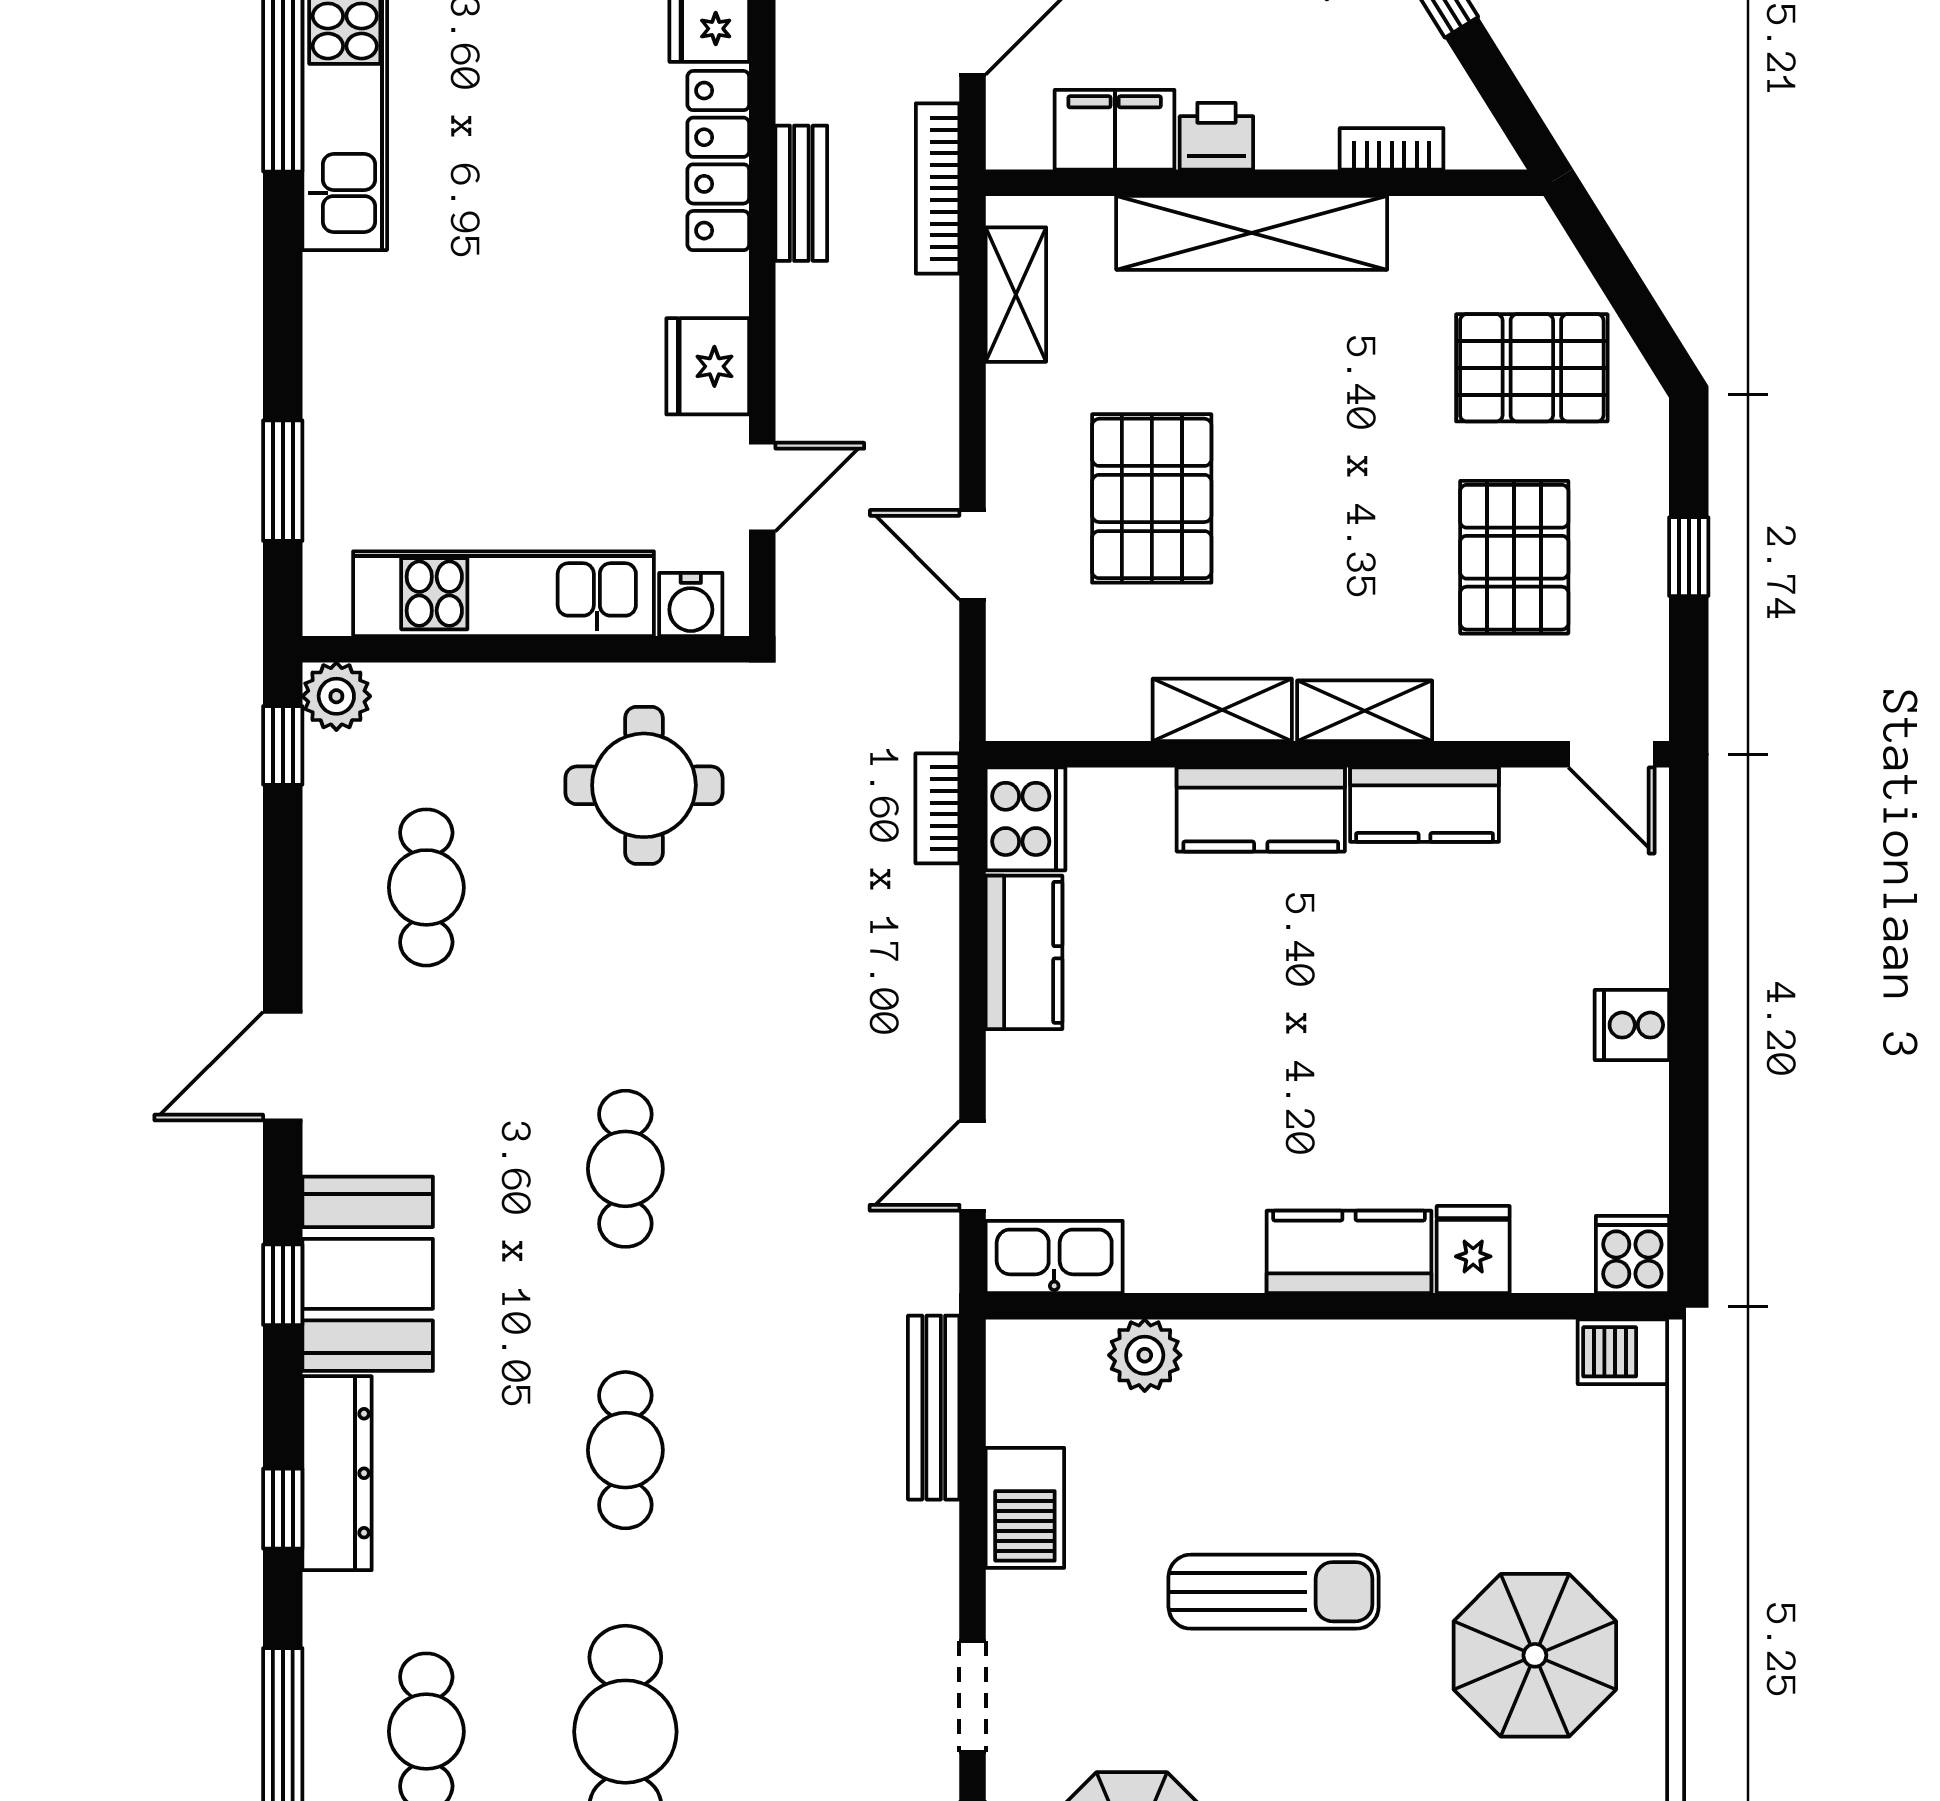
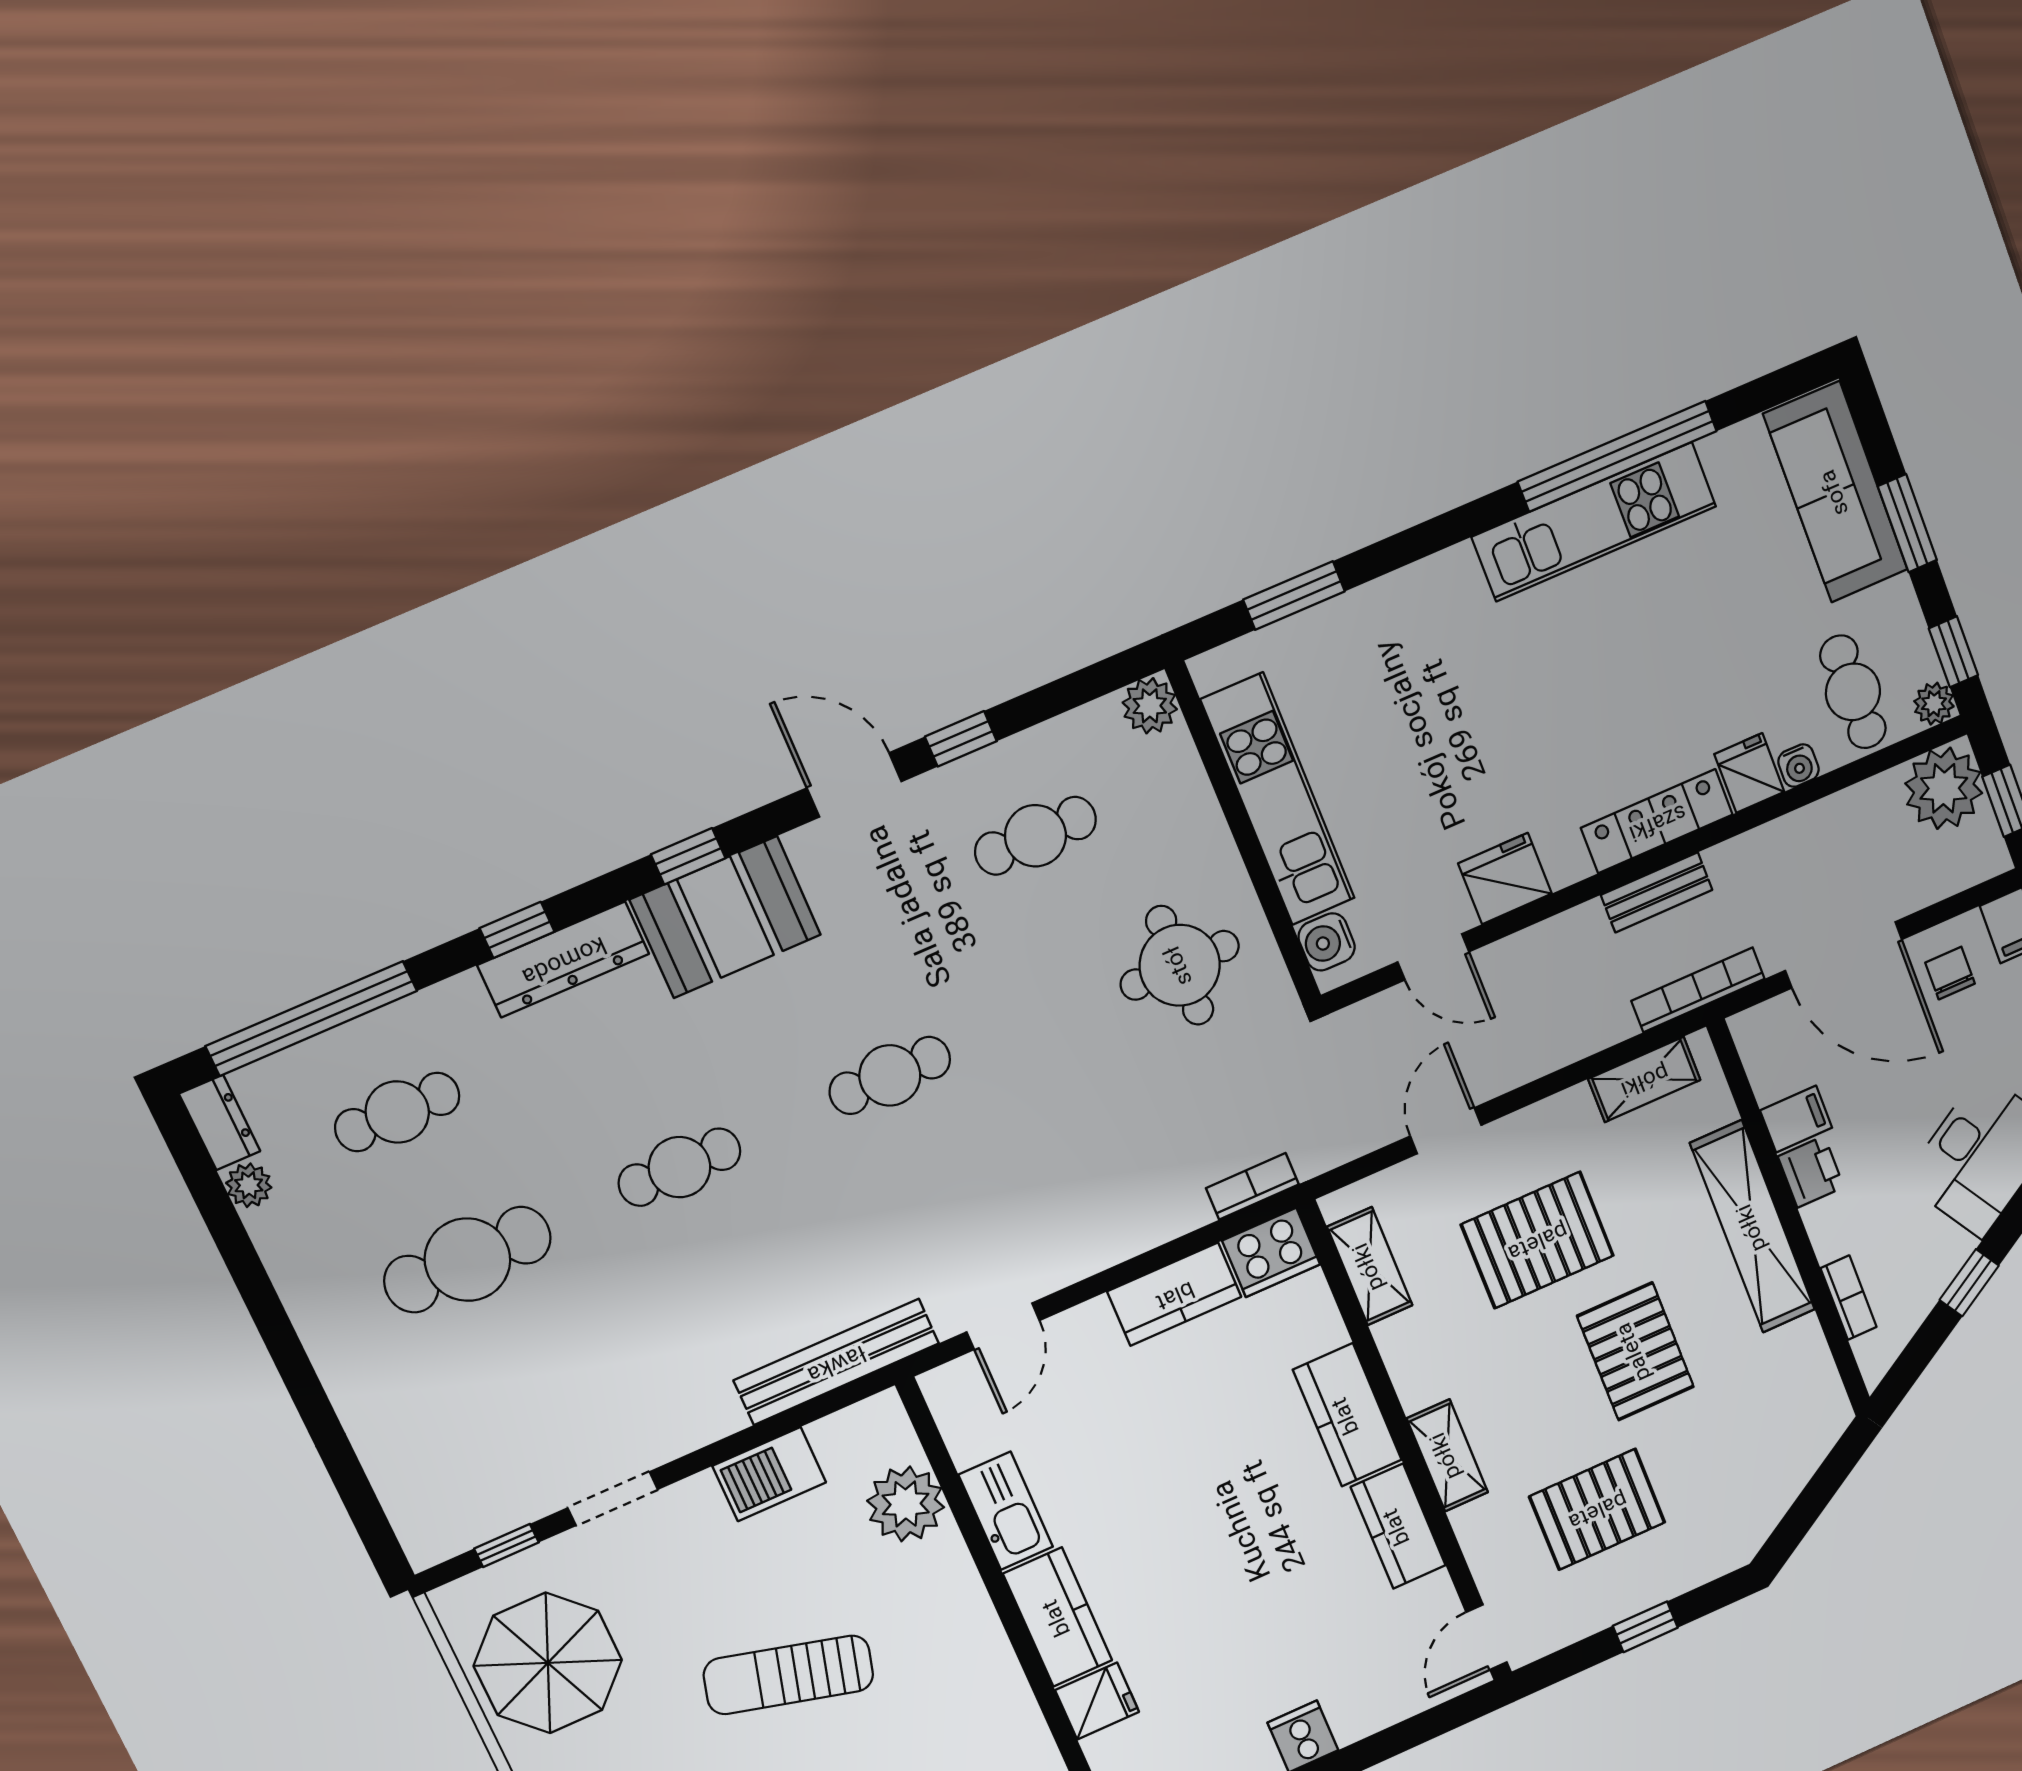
filing cabinet: (1115, 130) -> (1796, 1119), width x0.50
pallet: (1532, 368) -> (1635, 1351), moved
shelving: (1222, 710) -> (1370, 1266), moved
window: (283, 745) -> (961, 739), moved
door: (973, 1166) -> (1003, 1326), swing flipped
kitchen sink: (1054, 1257) -> (1006, 1511), moved
plant: (1145, 1355) -> (906, 1504), width x1.36, depth x1.36
bench: (934, 1408) -> (836, 1362), width x1.37, depth x1.21
sun lounger: (1274, 1592) -> (789, 1675), turned 105

